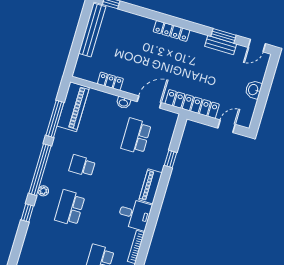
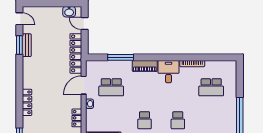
locker: (172, 31) -> (27, 102), moved
washbasin: (254, 90) -> (69, 12), moved
door: (149, 102) -> (84, 85), hinge flipped
window: (170, 159) -> (121, 57), width x2.17
school desk: (70, 208) -> (178, 120), width x0.54

